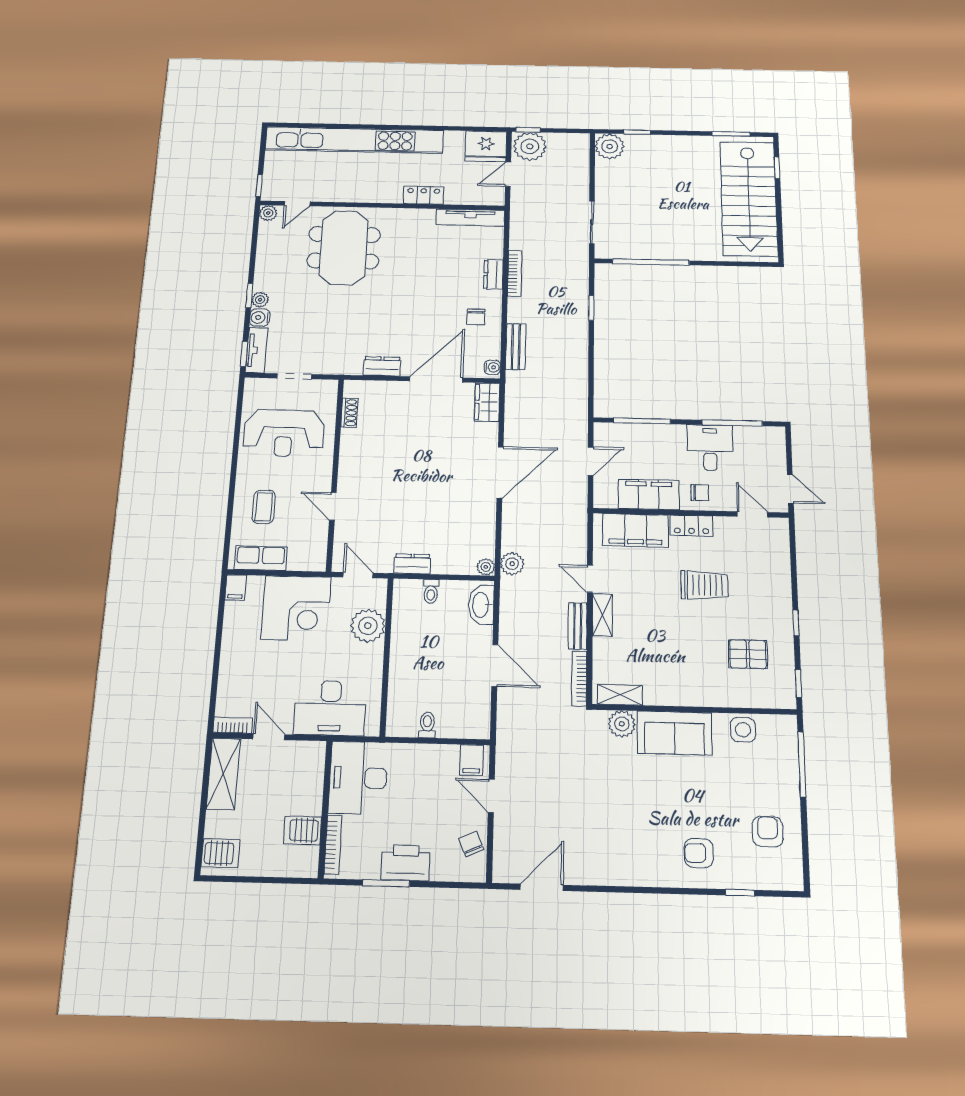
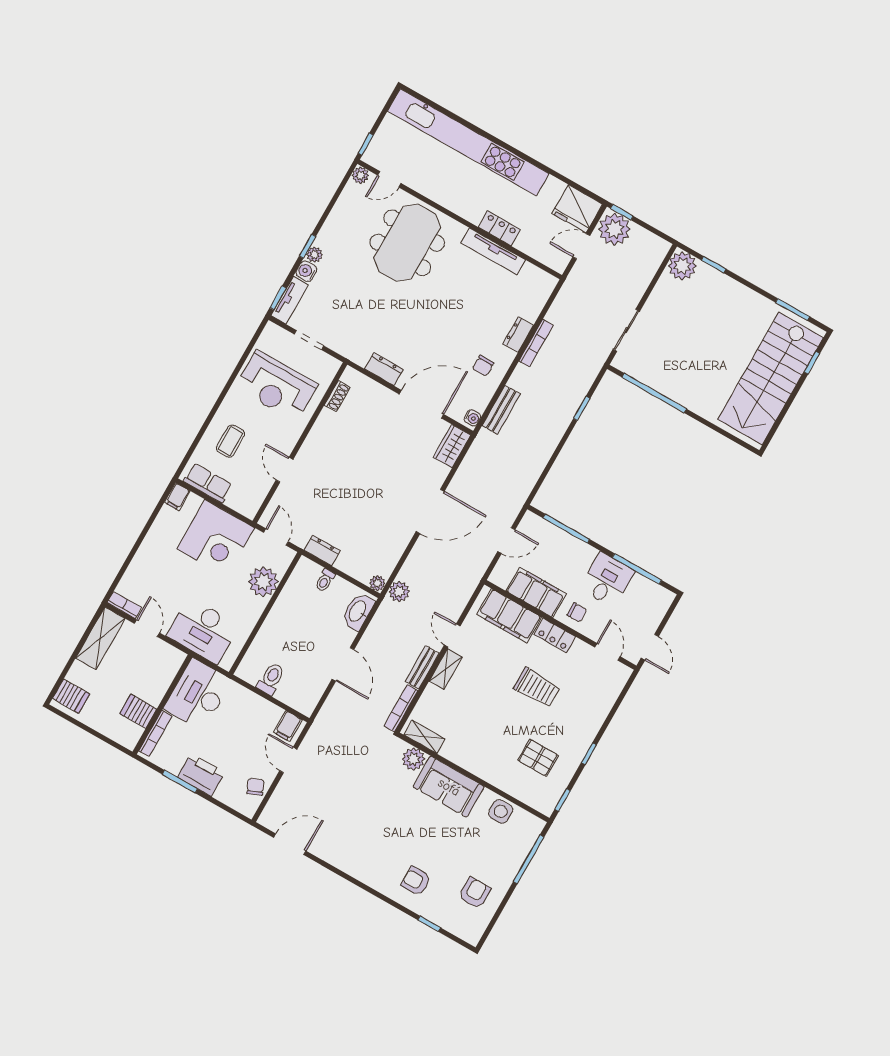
tv unit: (470, 218) -> (493, 251), moved
toilet: (427, 725) -> (271, 679), width x1.37, depth x1.39

